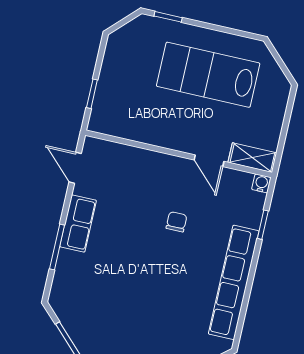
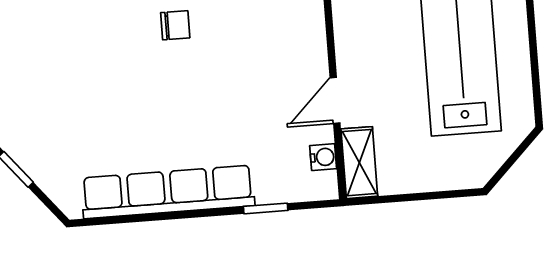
water cooler: (261, 183) -> (323, 157), moved
chair: (176, 222) -> (175, 25), moved

